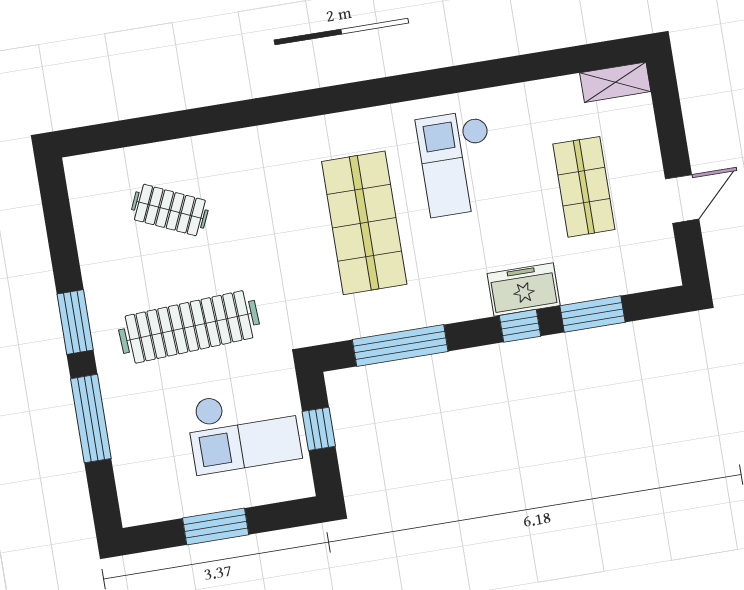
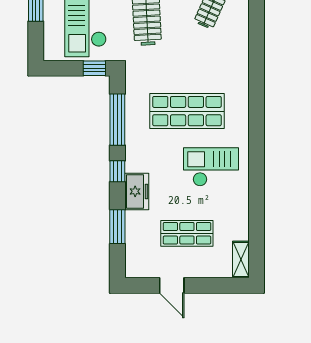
window: (520, 326) -> (117, 171), moved
window: (319, 429) -> (94, 68), moved

